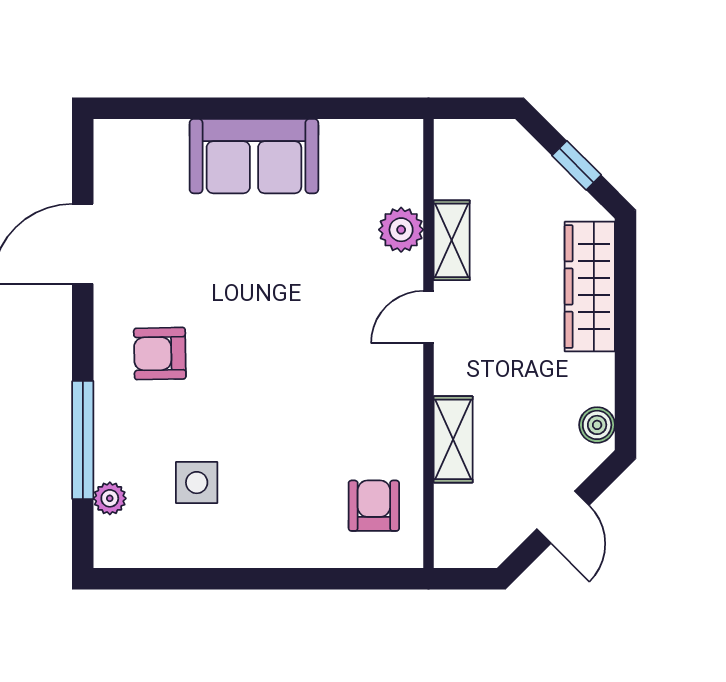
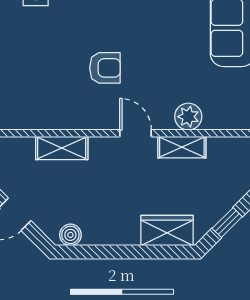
wardrobe: (590, 287) -> (167, 231), width x0.67
armchair: (374, 506) -> (105, 68), moved

